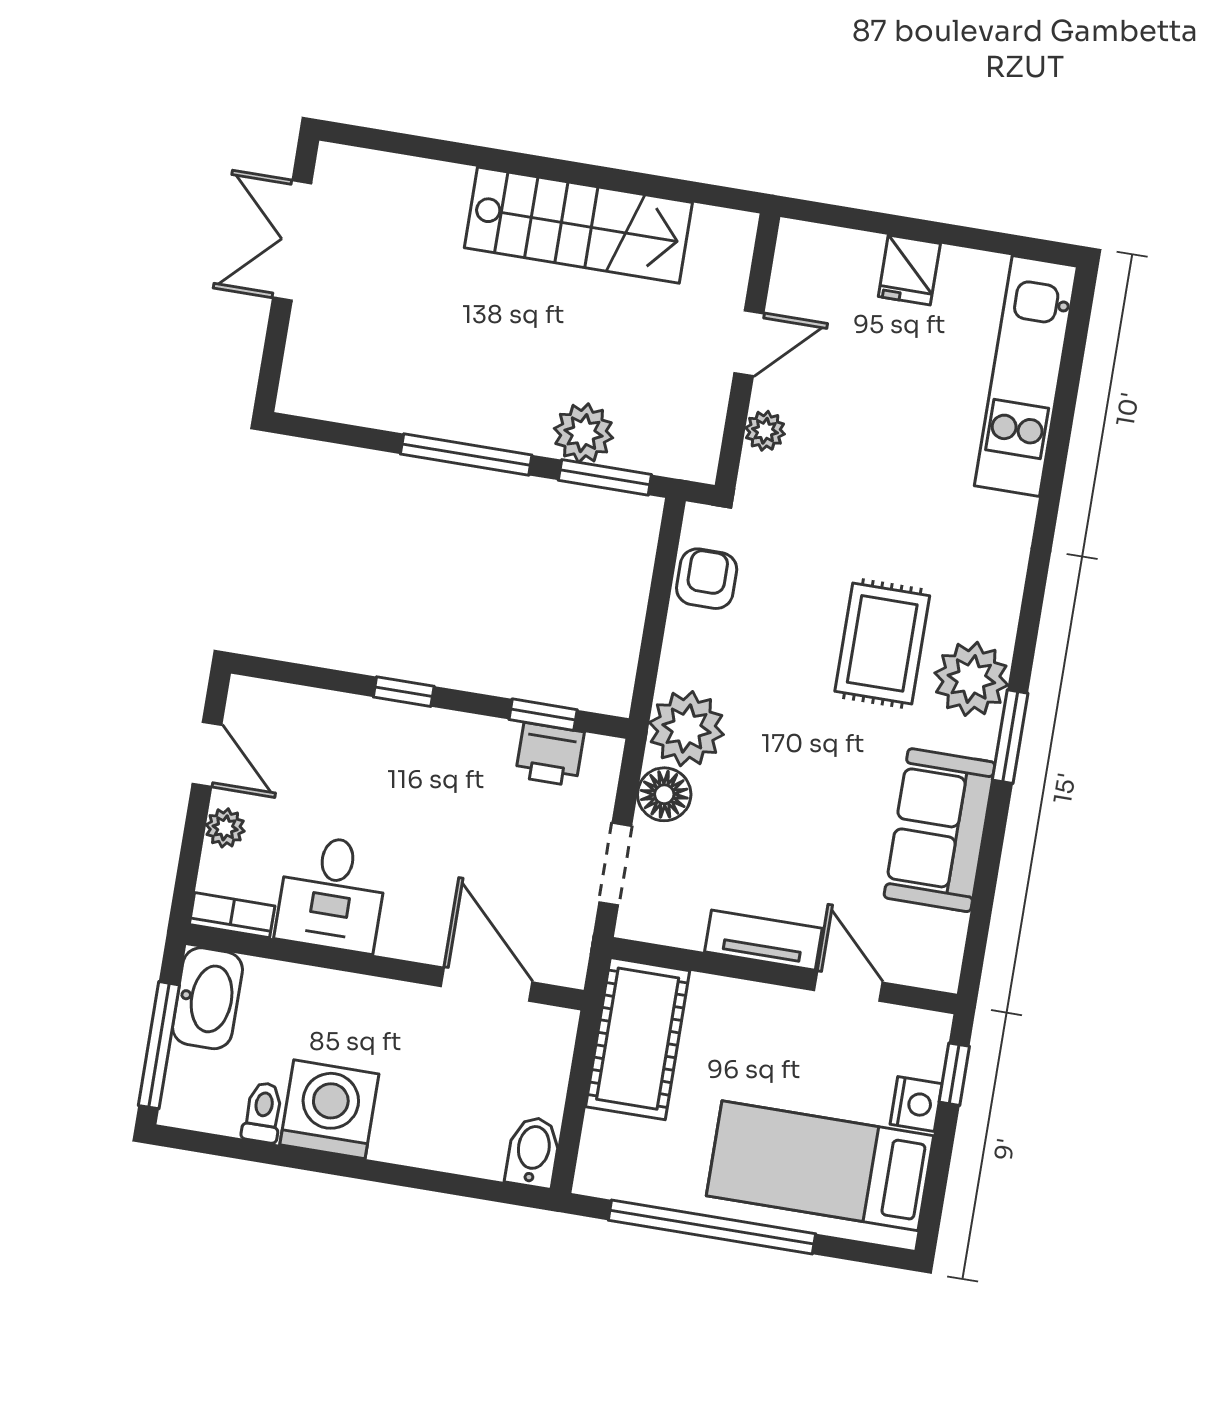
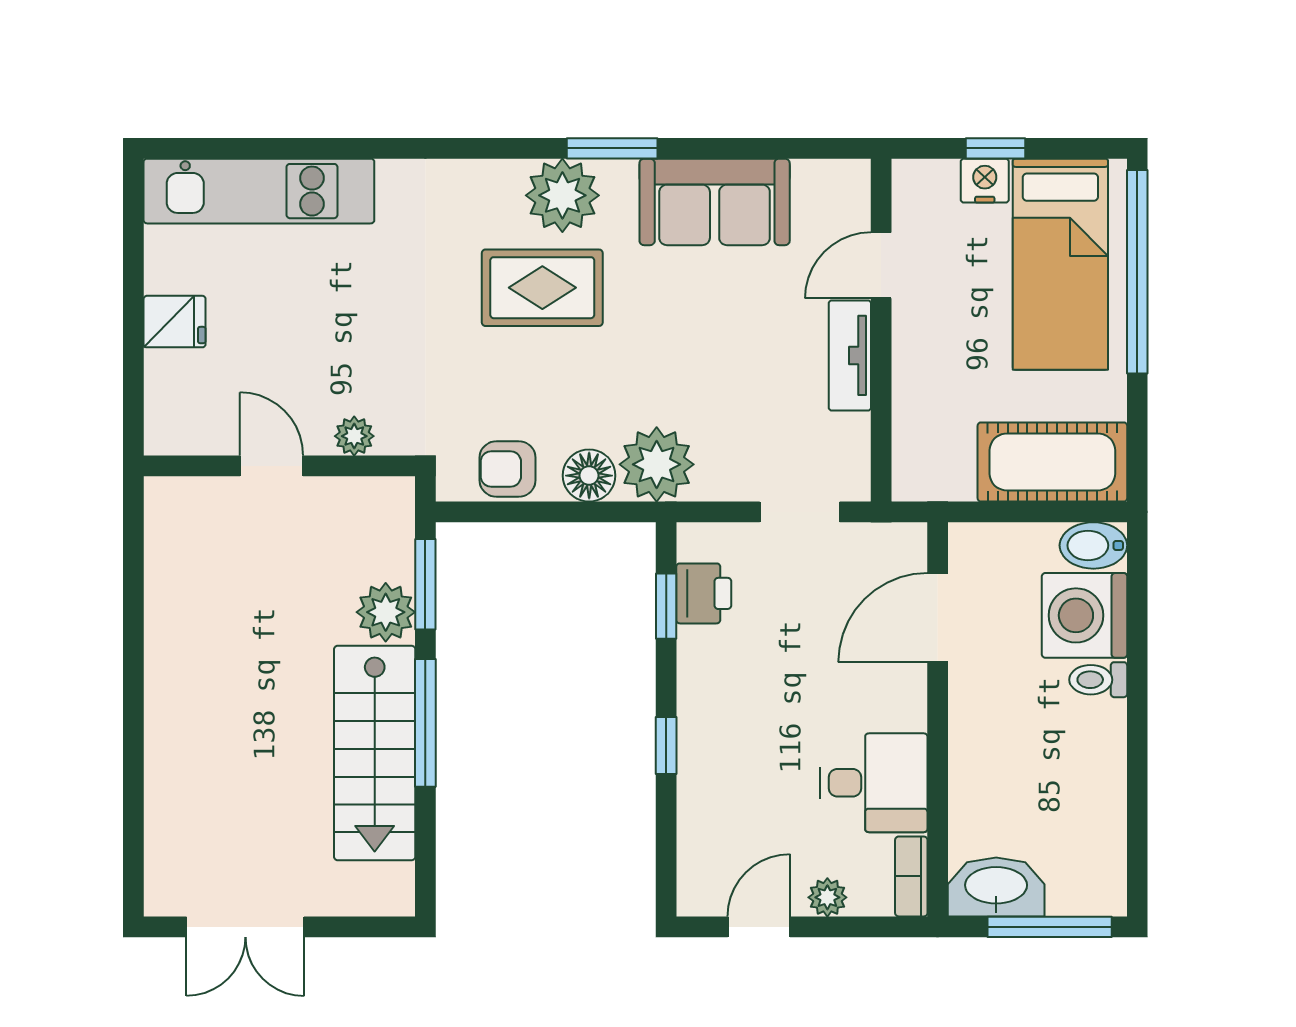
stairs: (578, 225) -> (375, 753), moved, turned 180
floor lamp: (664, 794) -> (589, 476), moved
cot: (638, 1039) -> (1052, 462), moved
window: (954, 1074) -> (996, 148), moved
washing machine: (329, 1109) -> (1084, 615), moved
toilet: (263, 1112) -> (1098, 680), moved
window: (712, 1227) -> (1137, 272), moved

